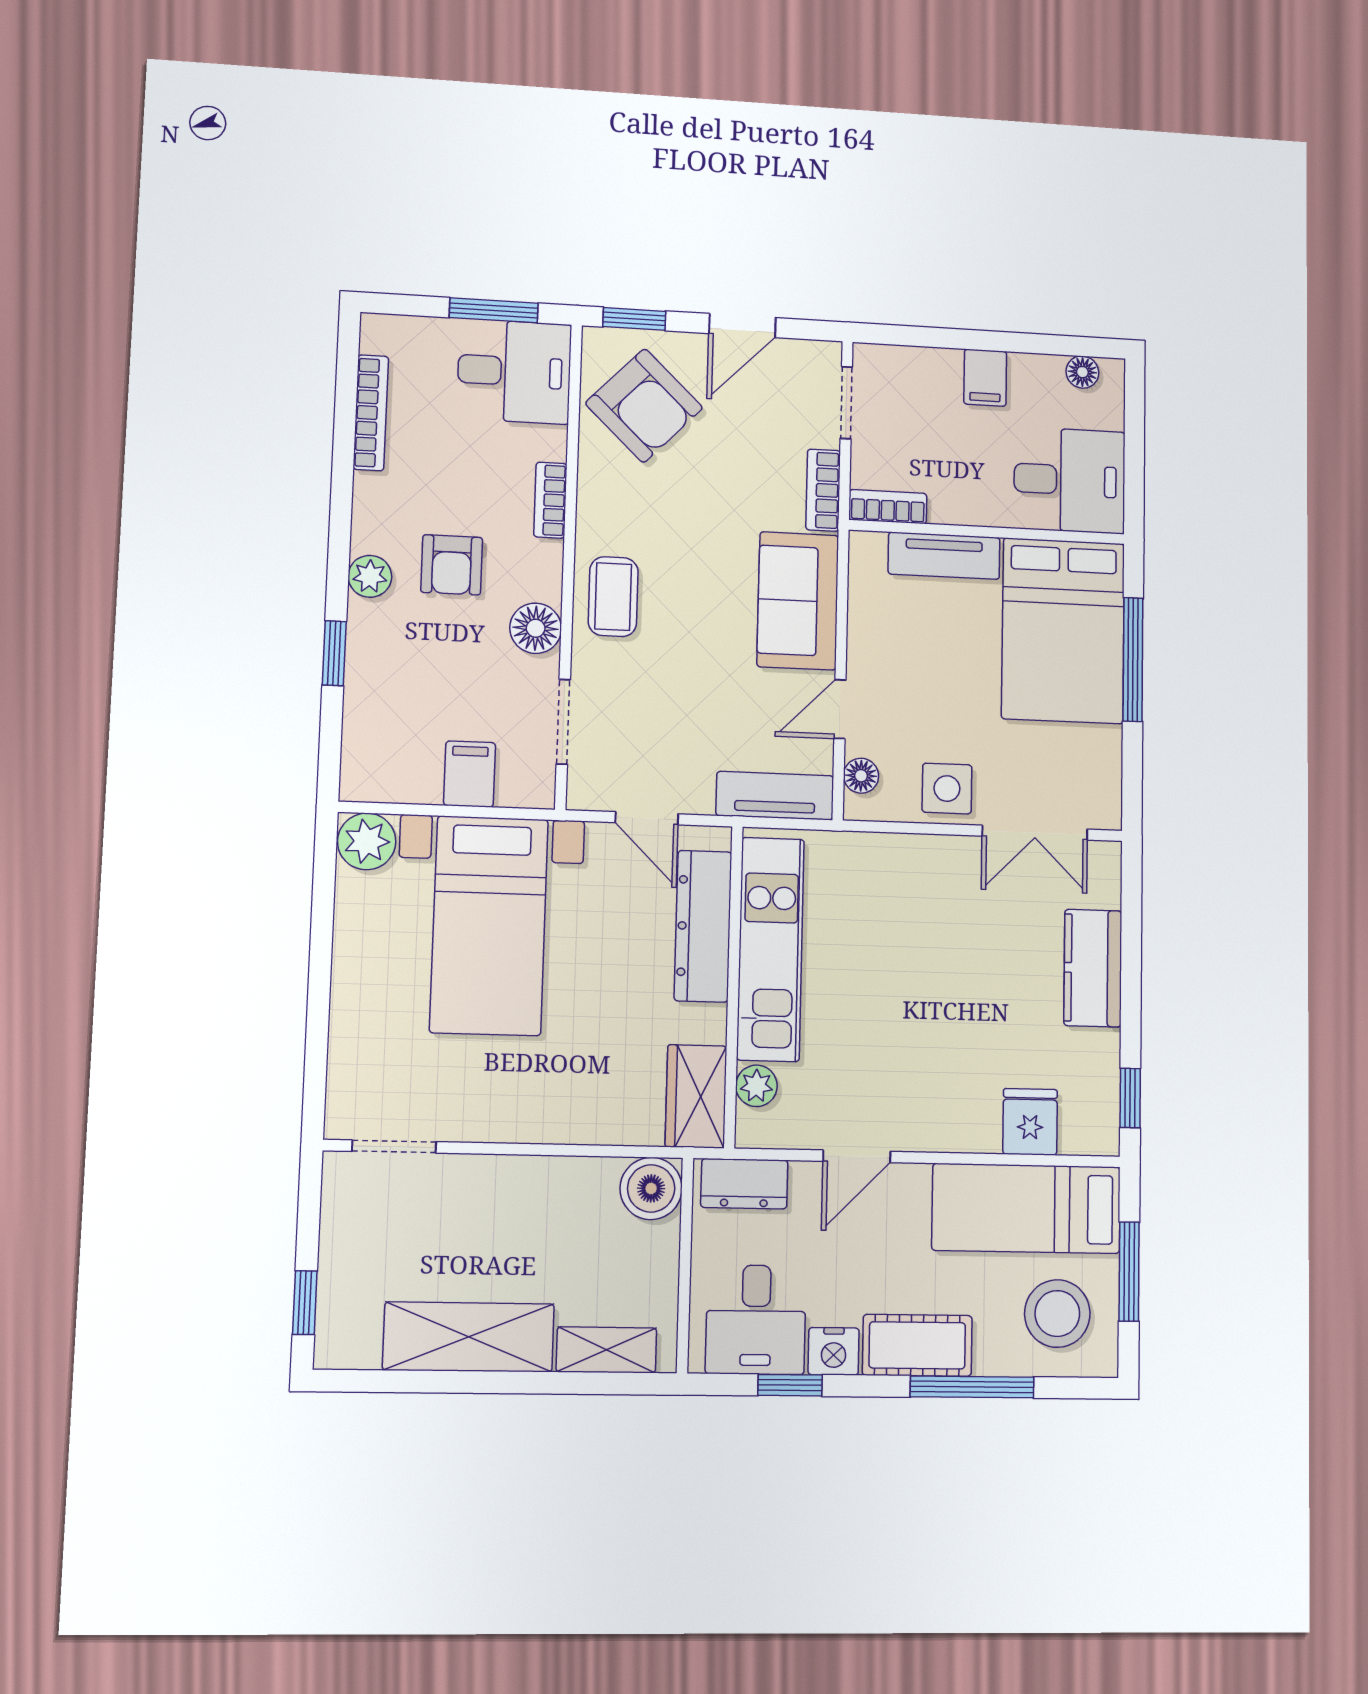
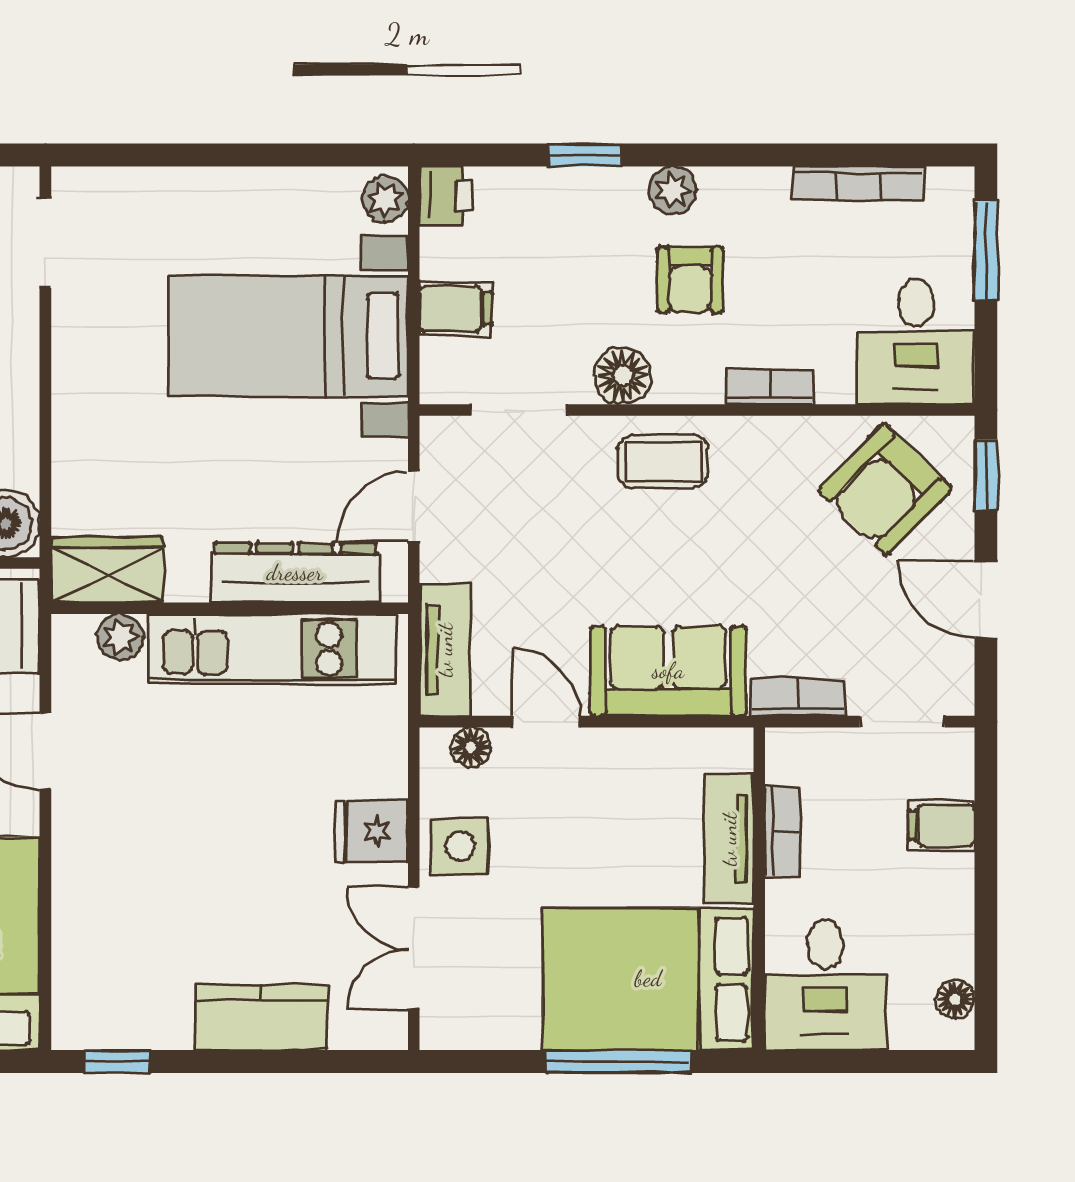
window: (494, 310) -> (986, 251), moved
filing cabinet: (985, 378) -> (942, 825), moved
bookcase: (888, 507) -> (783, 832), moved
armchair: (452, 565) -> (690, 280), turned -90
printer: (366, 779) -> (446, 196), added
plant: (367, 841) -> (385, 199), width x0.73, depth x0.73
fridge: (1030, 1122) -> (371, 831), moved, turned 180

